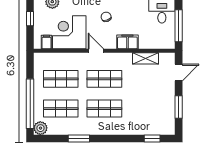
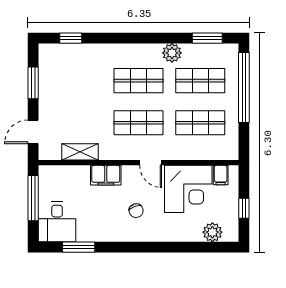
plant: (40, 128) -> (172, 53), moved
window: (79, 139) -> (207, 38), moved

